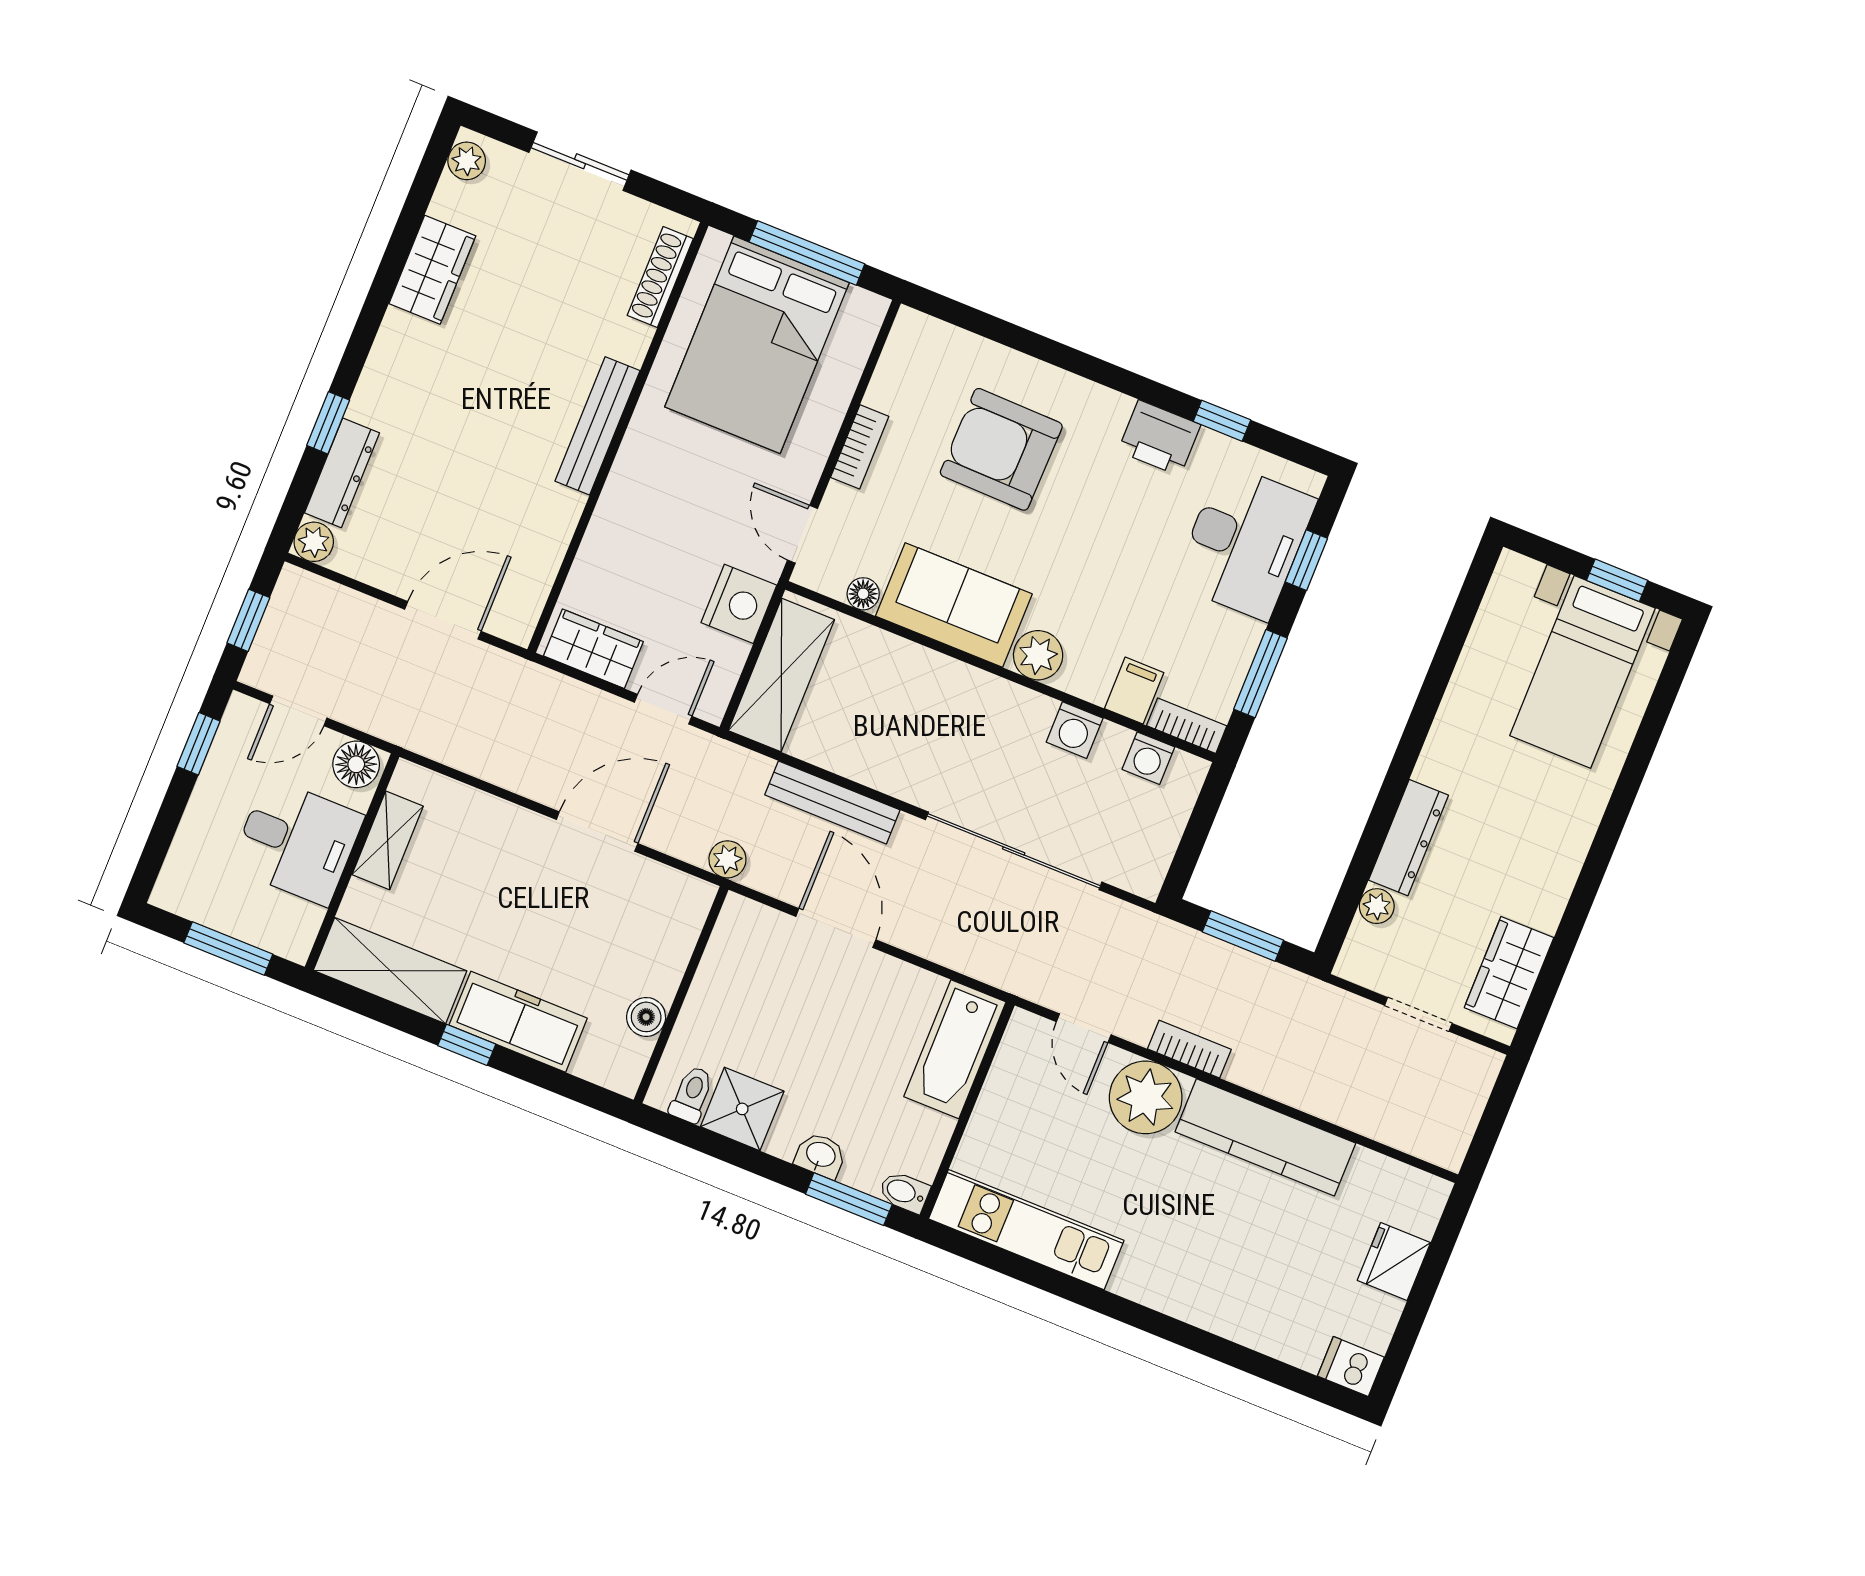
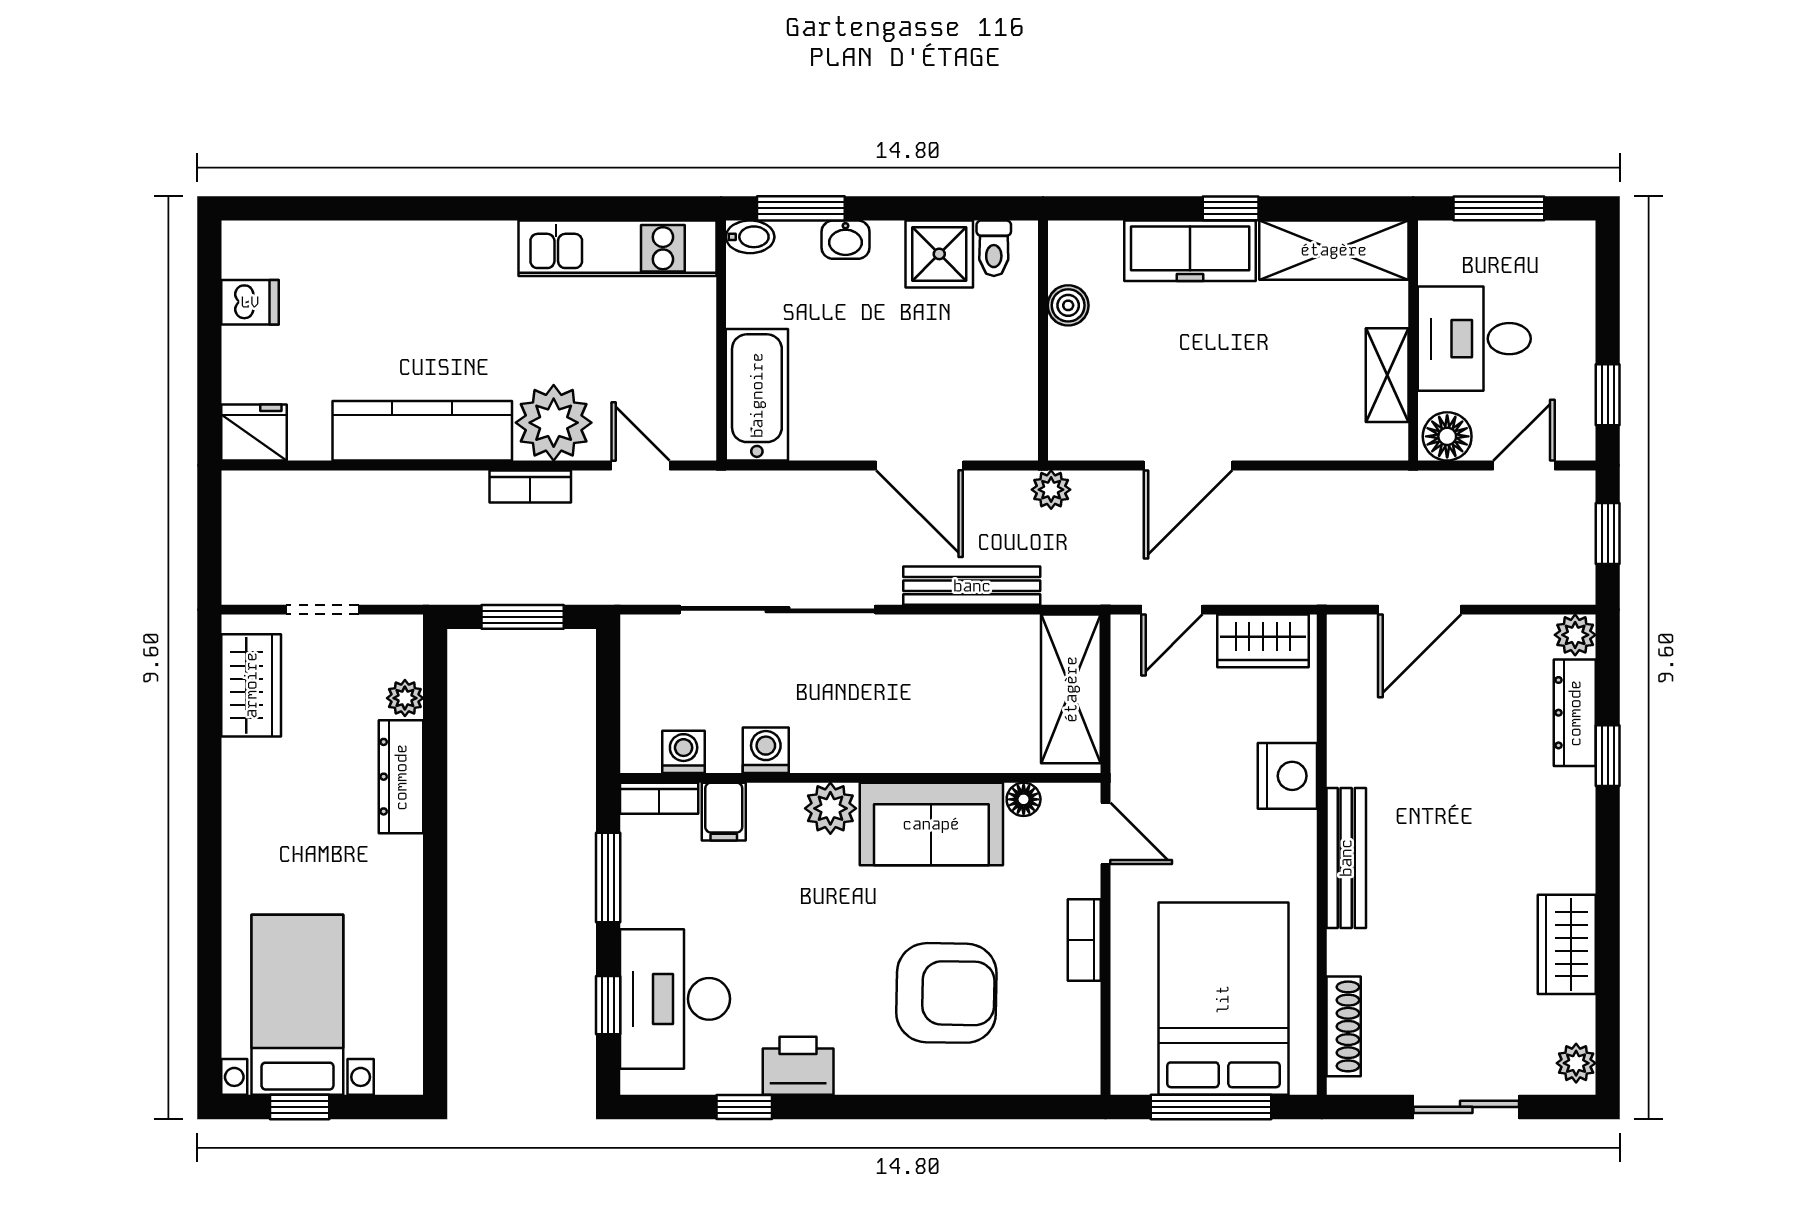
nightstand: (739, 604) -> (1287, 776), moved, turned 180
fridge: (1394, 1262) -> (254, 433), moved, turned -90
dishwasher: (1351, 1367) -> (250, 302), moved

